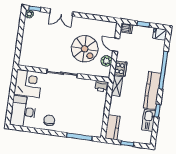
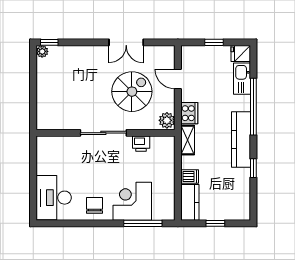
double door: (61, 12) -> (126, 42), moved
dishwasher: (126, 28) -> (190, 176), moved
spiral stairs: (85, 49) -> (132, 92), turned -90
plant: (106, 61) -> (167, 120), moved
corner desk: (28, 83) -> (132, 201), moved, turned -90
printer: (101, 86) -> (141, 144), moved
kitchen sink: (149, 120) -> (242, 79), moved

